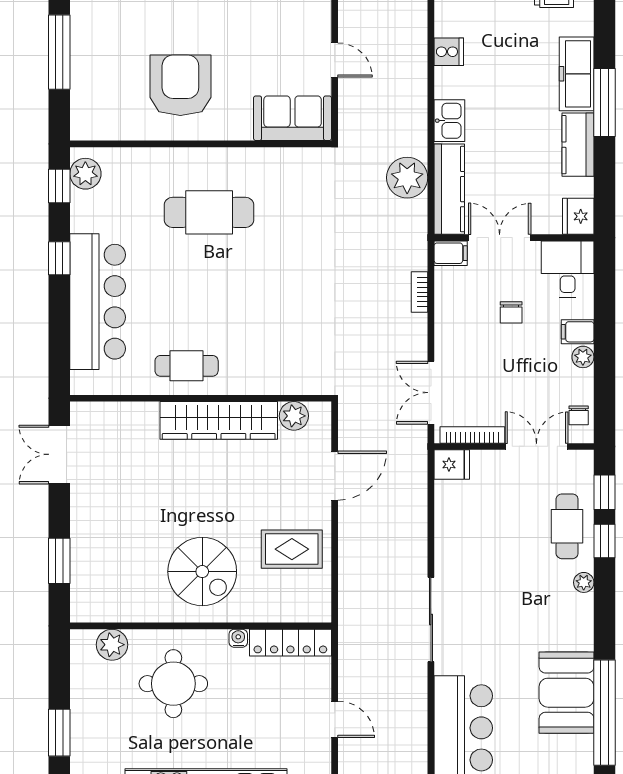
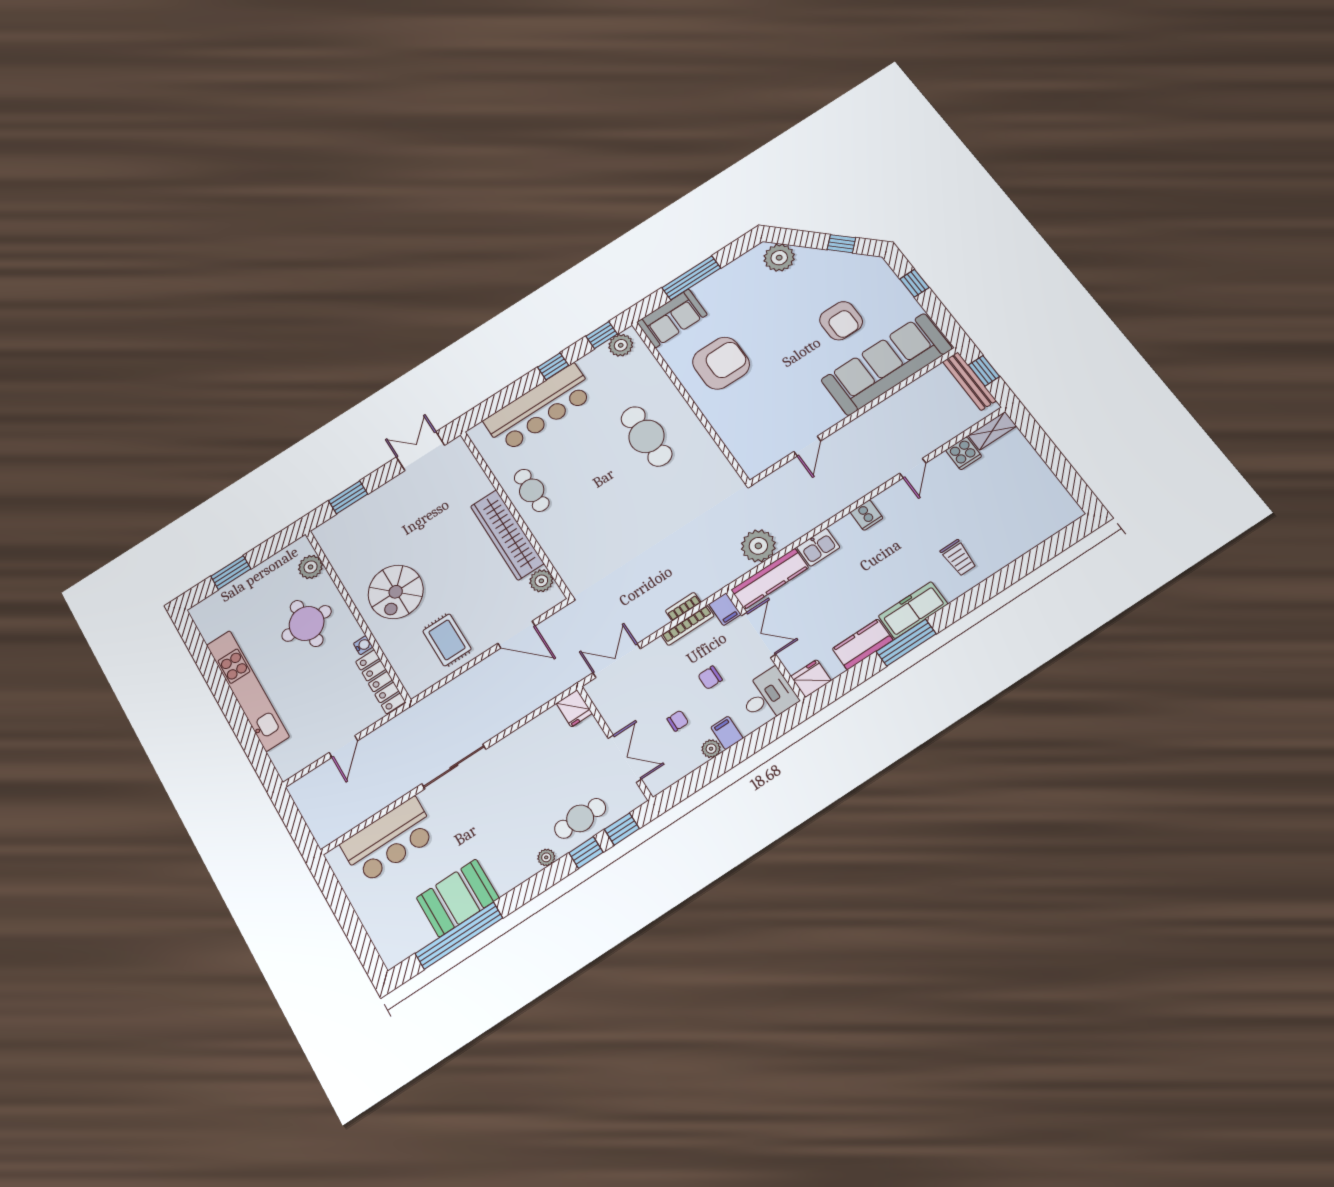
sofa: (293, 118) -> (672, 318), moved, turned 90
chair: (579, 415) -> (678, 721), moved, turned 180
bookcase: (472, 435) -> (688, 625), moved, turned 90

